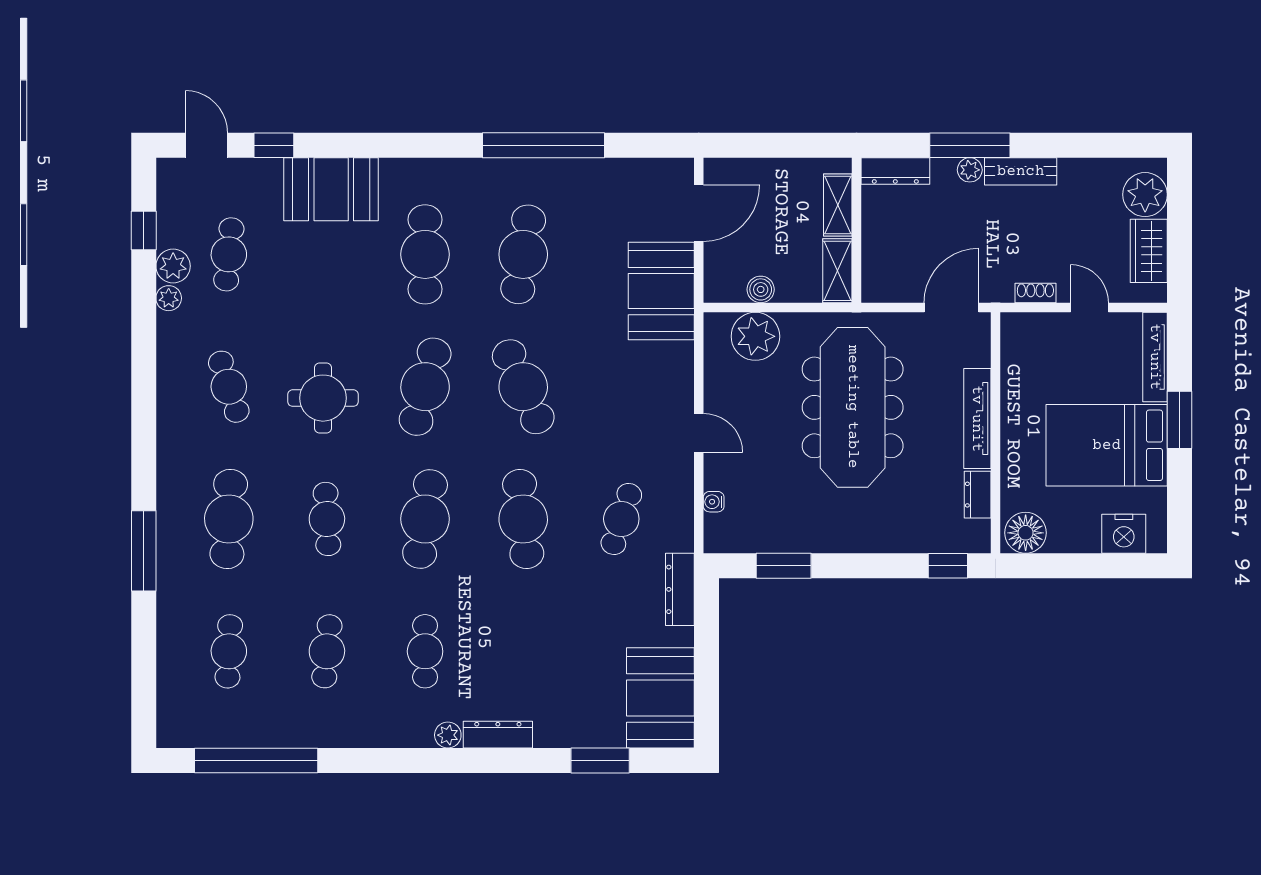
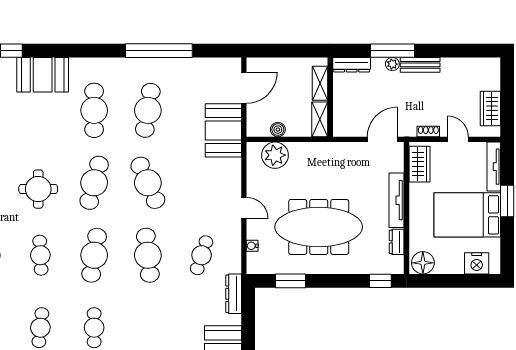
plant: (1145, 195) -> (488, 78), removed
wardrobe: (1019, 353) -> (419, 164), added
meeting table: (853, 407) -> (319, 227), moved, turned 90

